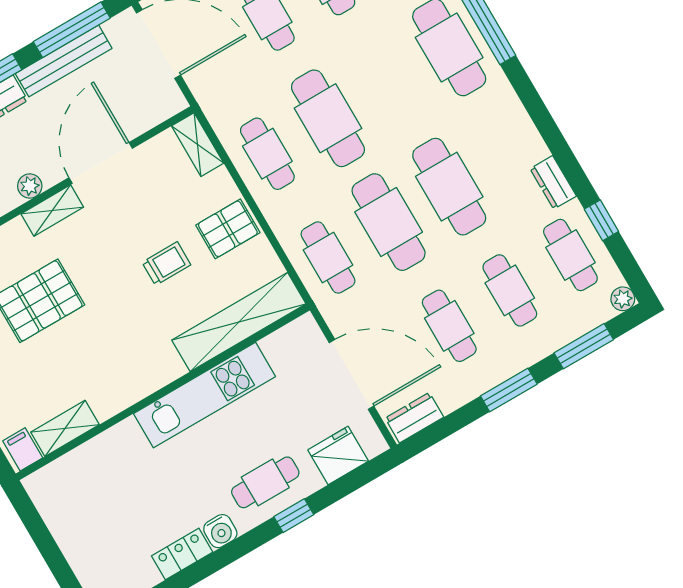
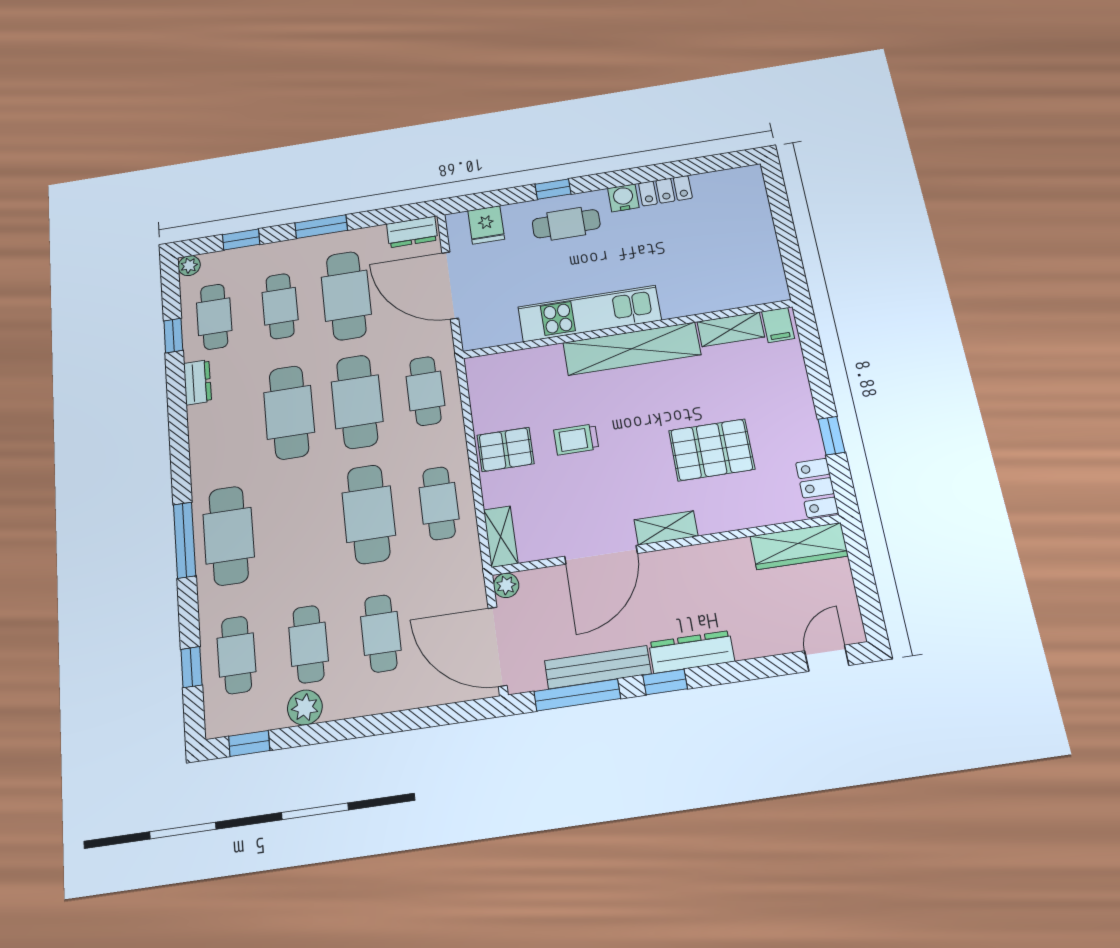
plant: (30, 186) -> (506, 585), moved
shelving: (239, 322) -> (632, 349), moved
cafe table: (449, 326) -> (346, 296), width x1.37, depth x1.35
window: (584, 346) -> (241, 239), width x0.67
fridge: (338, 456) -> (486, 225), width x0.72

